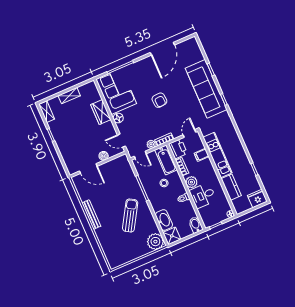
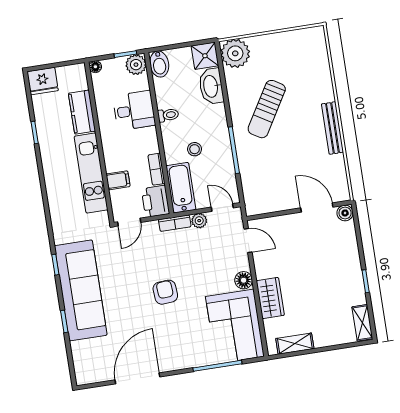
shelving: (69, 96) -> (295, 344), moved
boiler: (104, 156) -> (345, 213), moved
plant: (191, 182) -> (136, 65), moved

